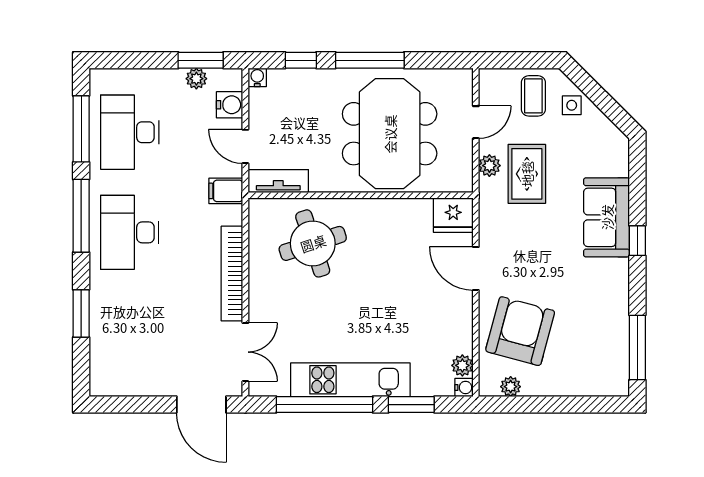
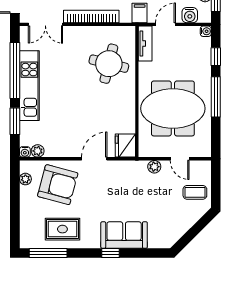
side table: (572, 105) -> (189, 215), removed
rug: (527, 174) -> (62, 229), moved
round table: (313, 243) -> (109, 64), turned 32

